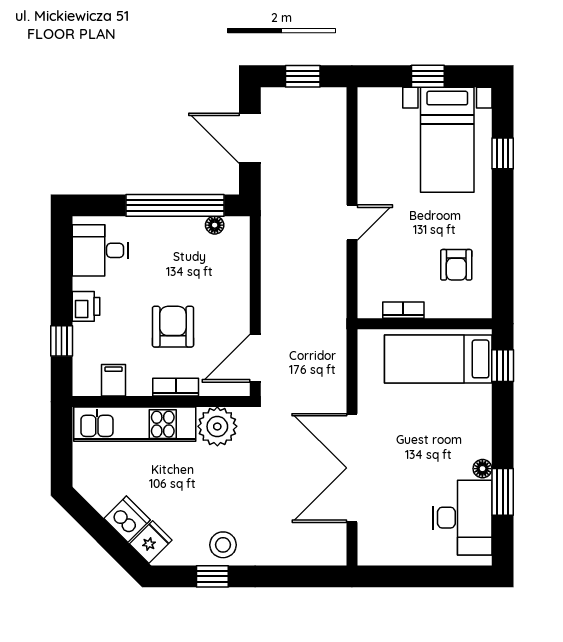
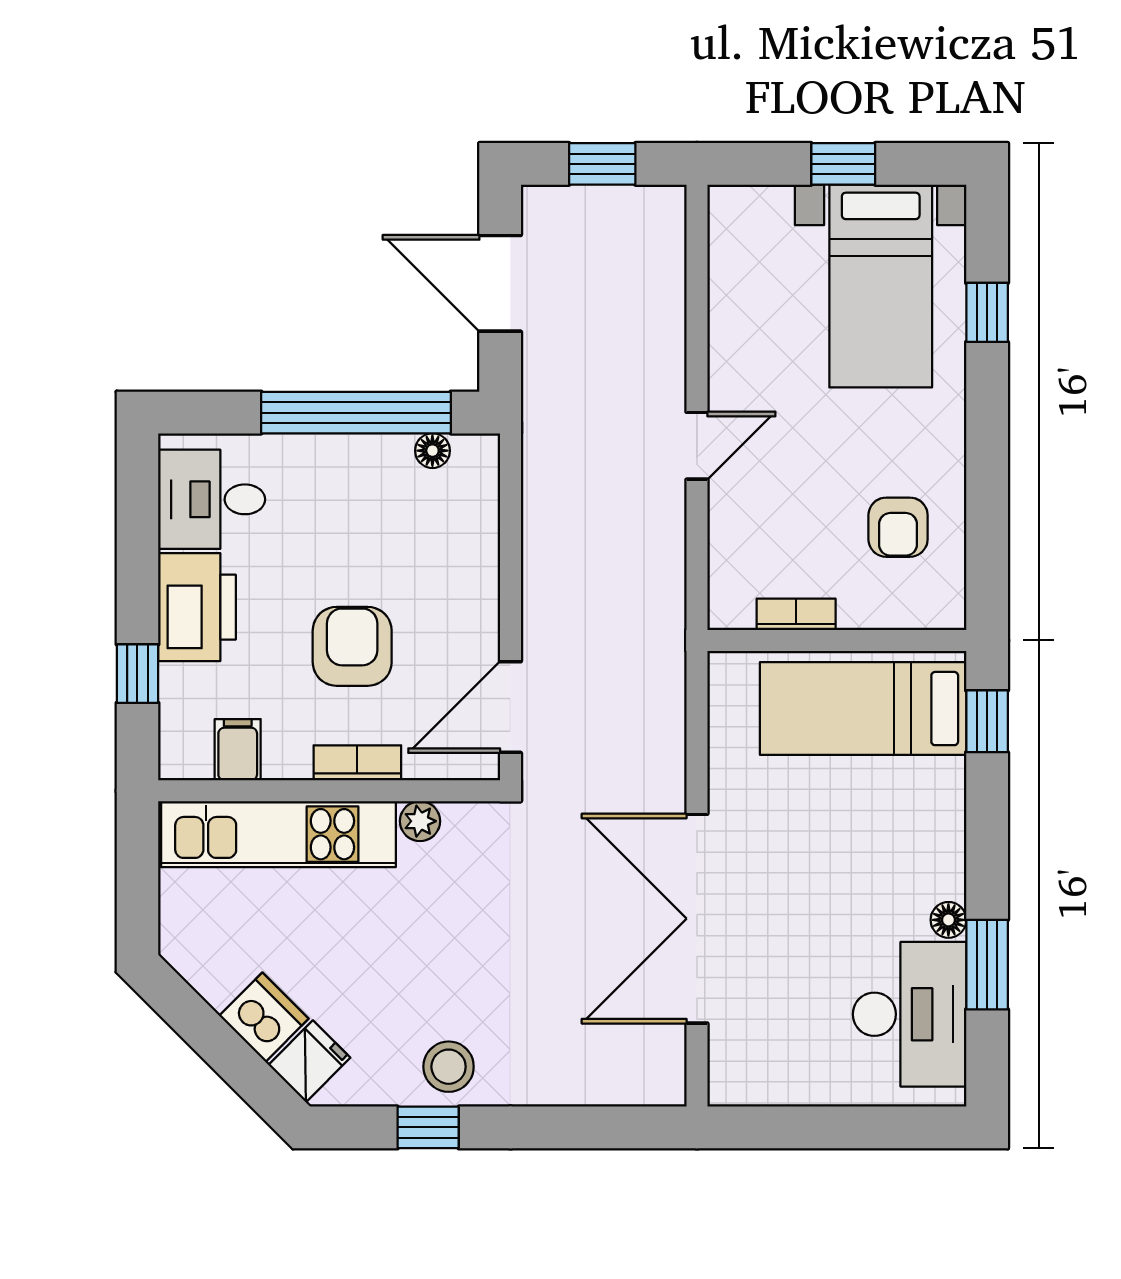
printer: (86, 306) -> (197, 607), width x1.87, depth x1.48
plant: (217, 426) -> (420, 821), width x0.53, depth x0.53

